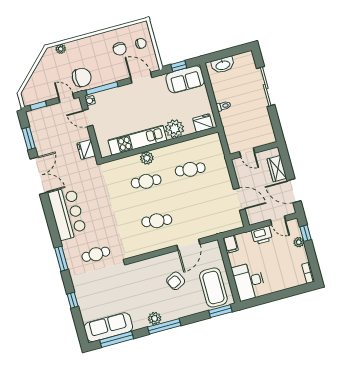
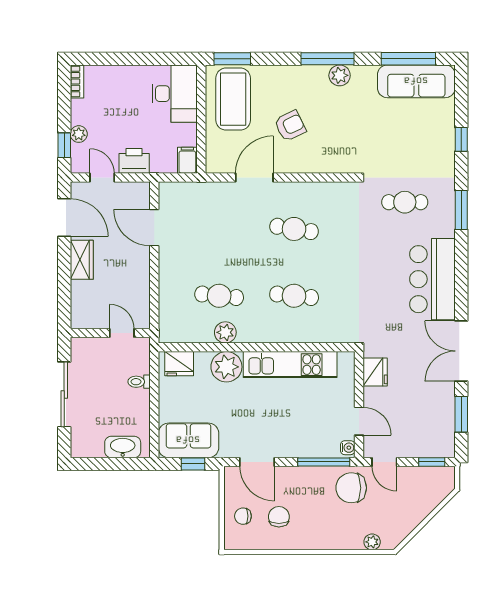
wall: (254, 151) -> (110, 333), moved
door: (247, 152) -> (122, 333), moved
plant: (147, 158) -> (225, 332), moved

